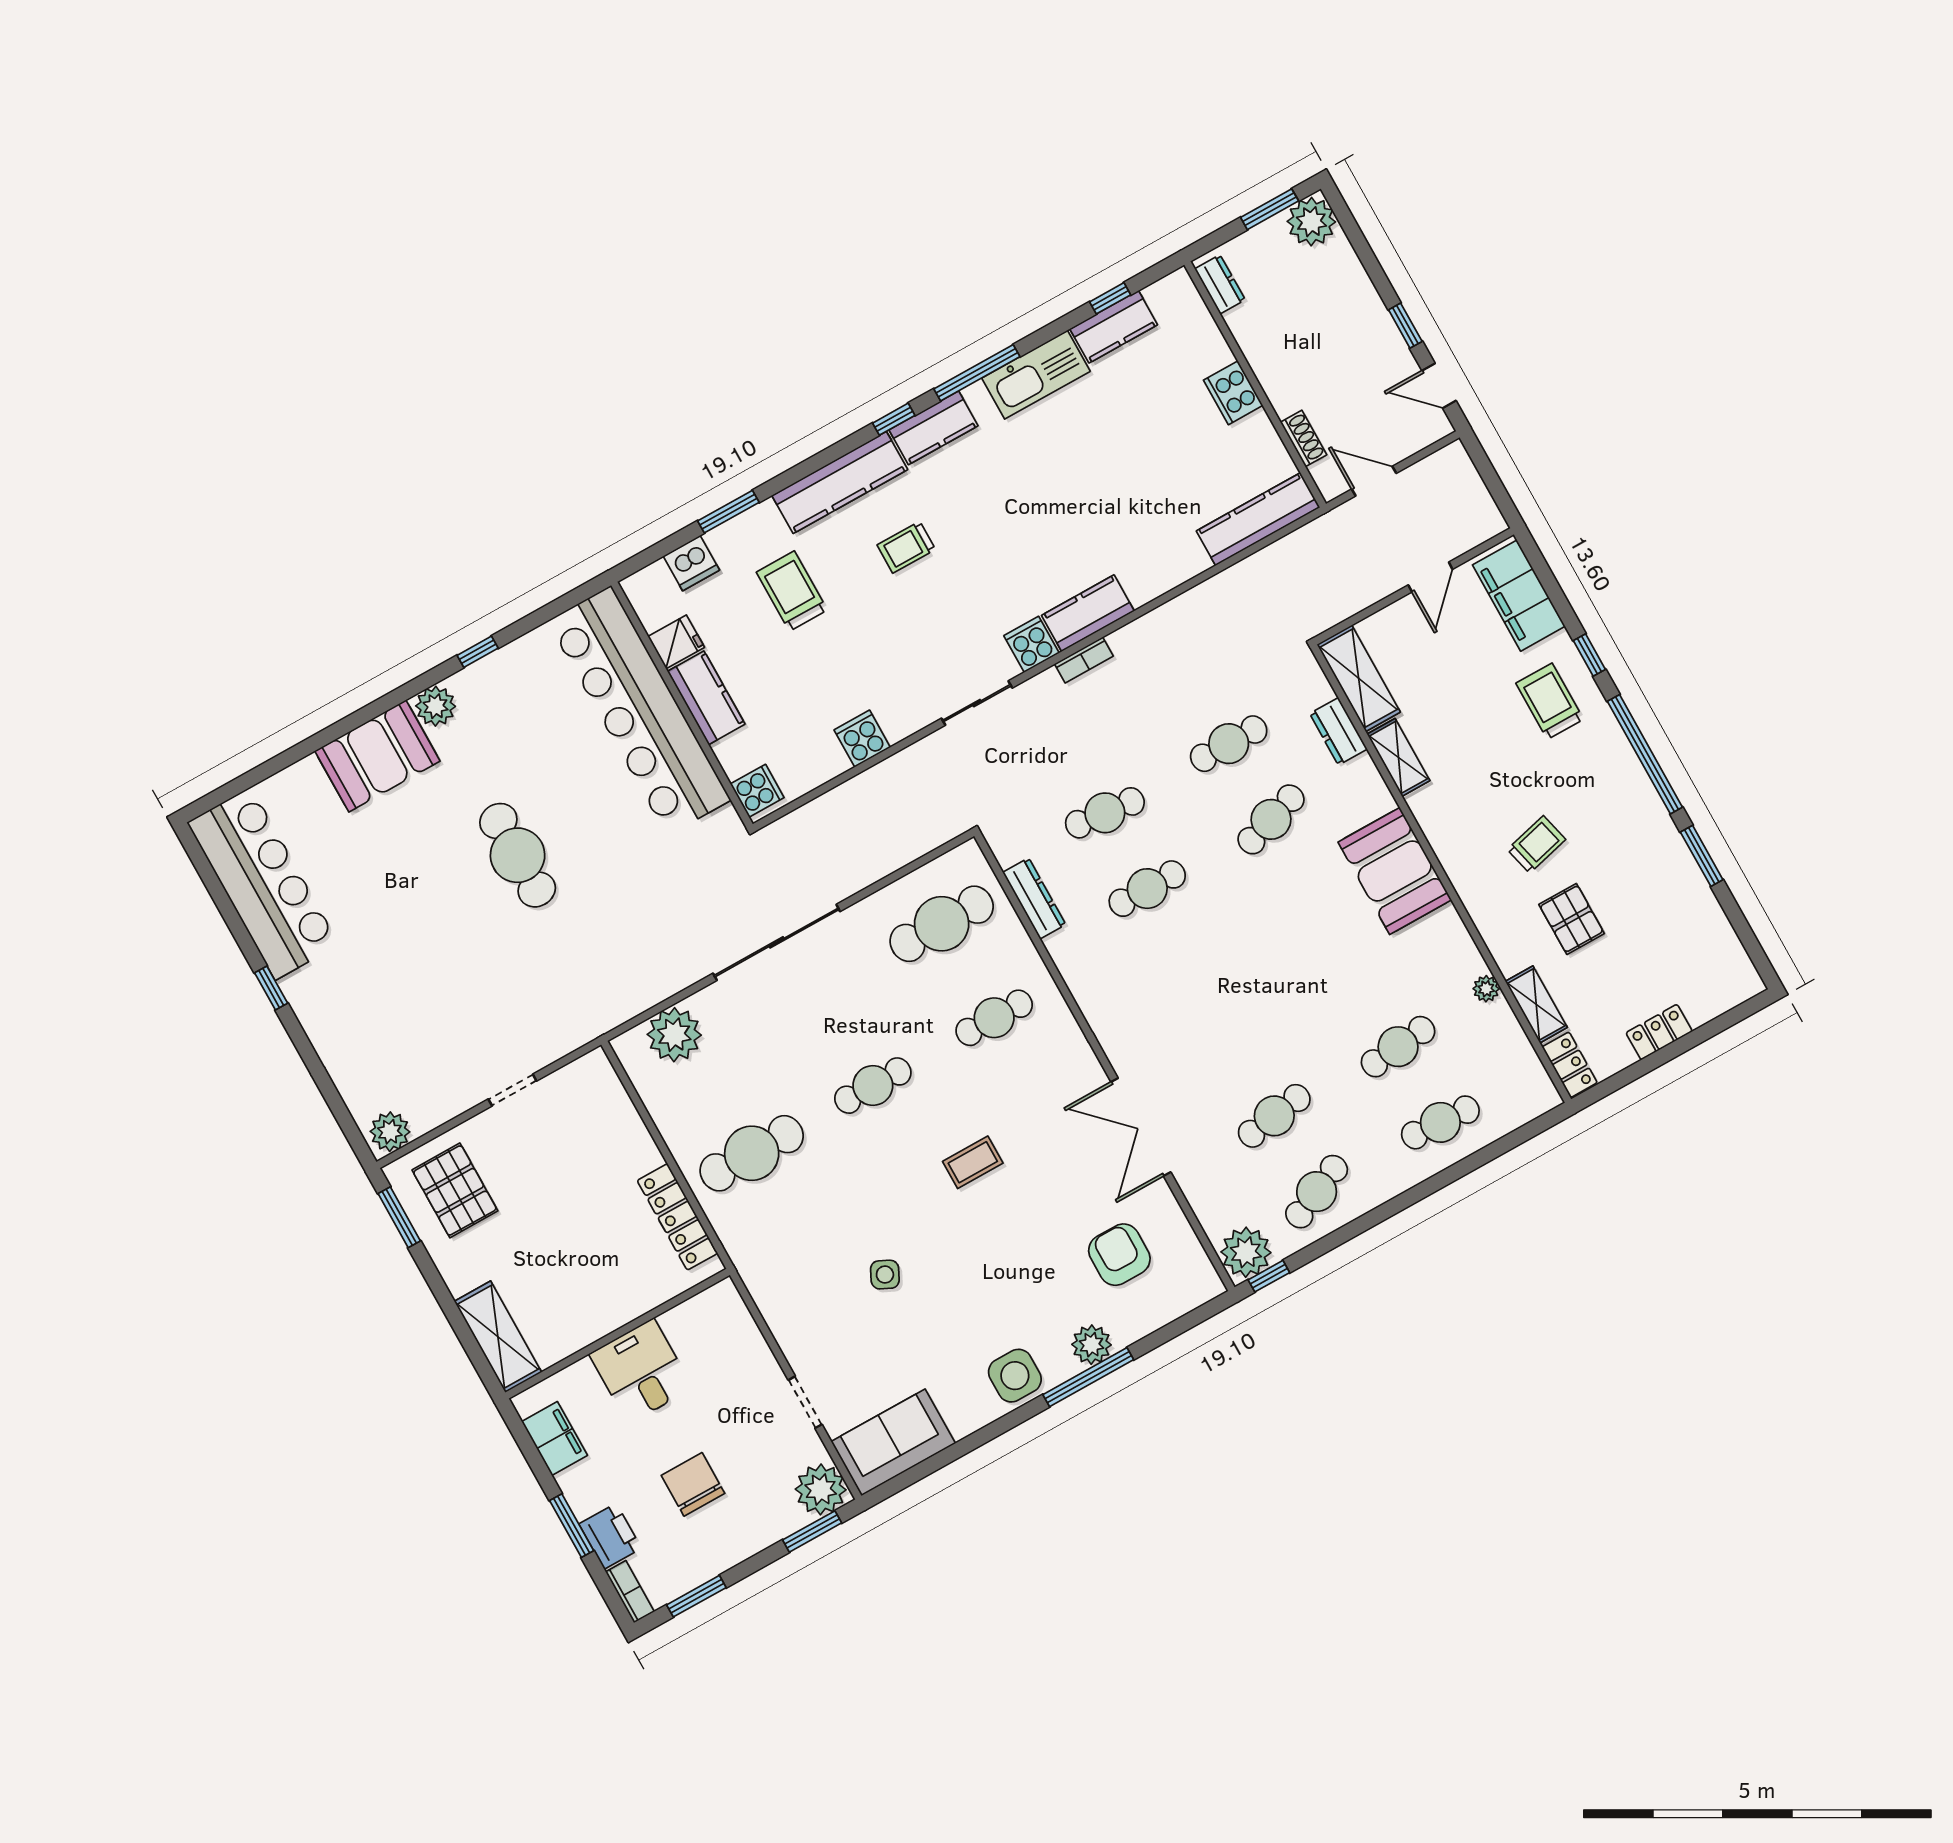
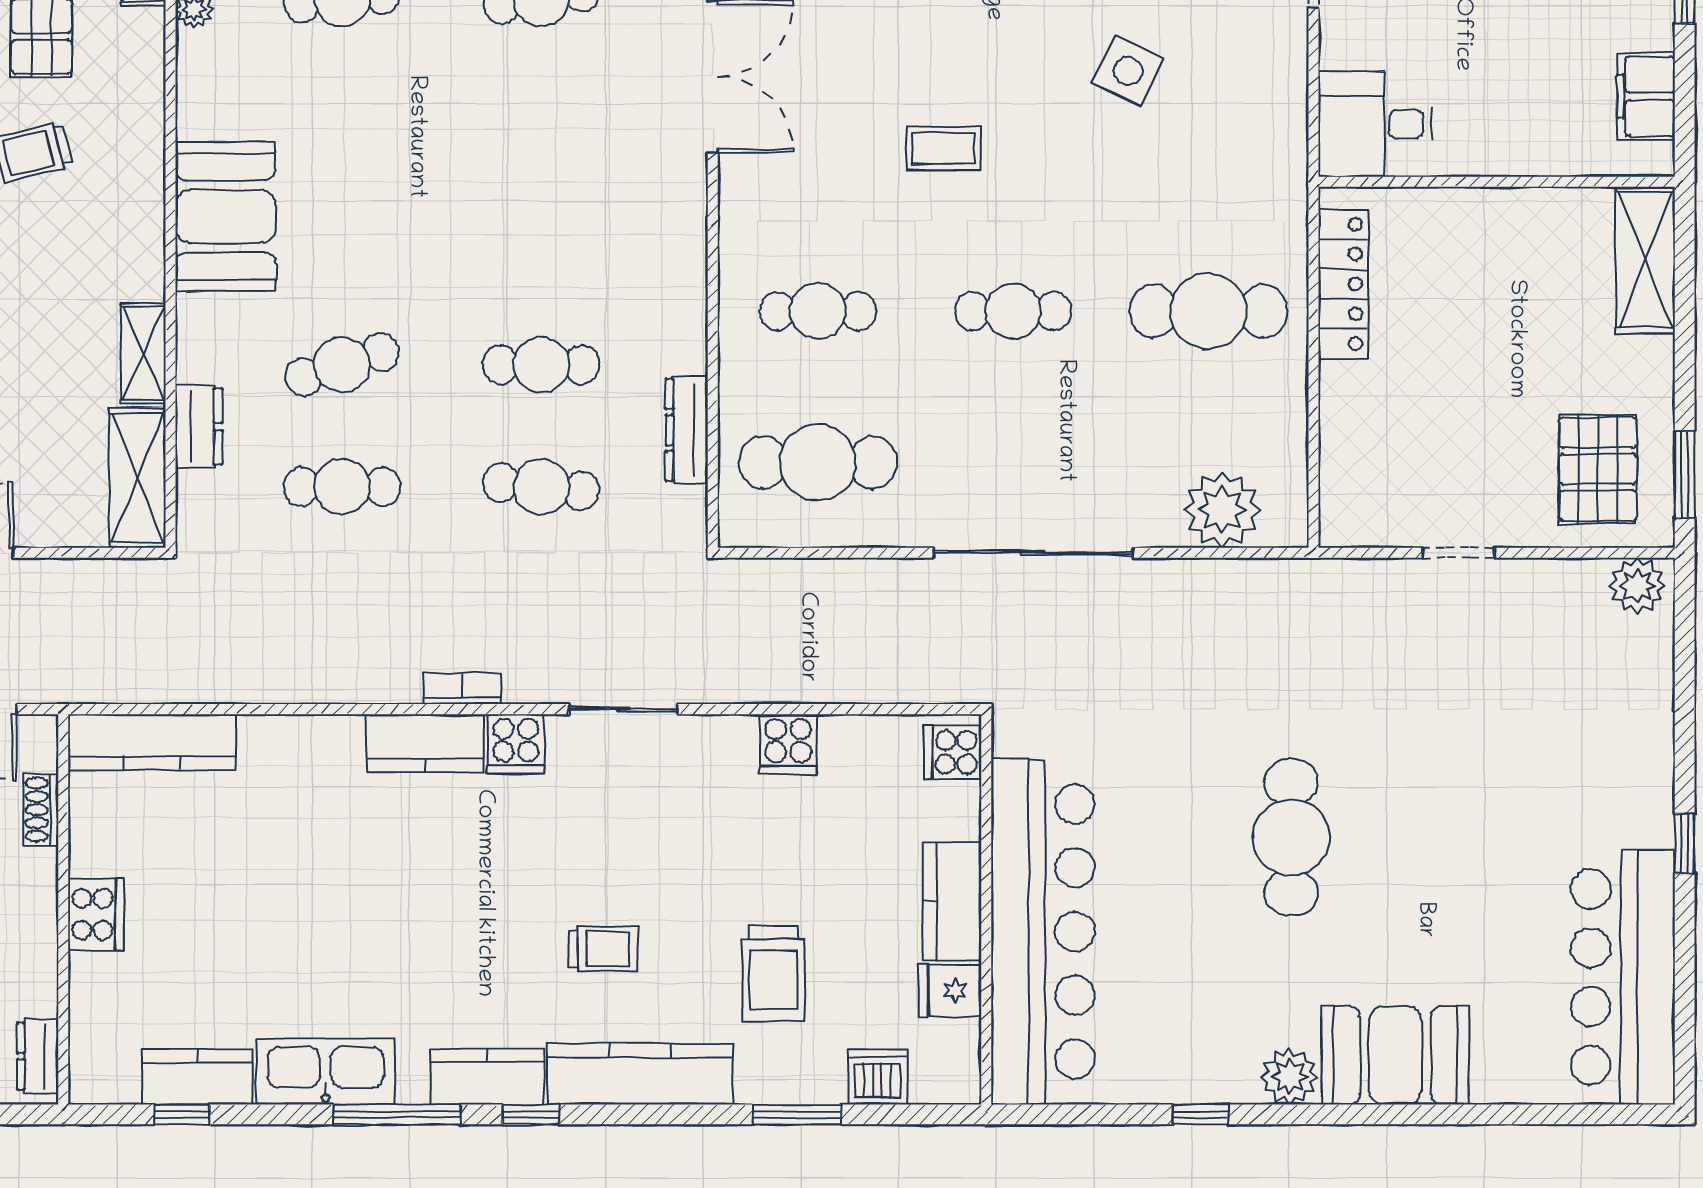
side table: (885, 1275) -> (1128, 71), width x1.37, depth x1.37
desk: (641, 1371) -> (1375, 124), moved, turned 90

